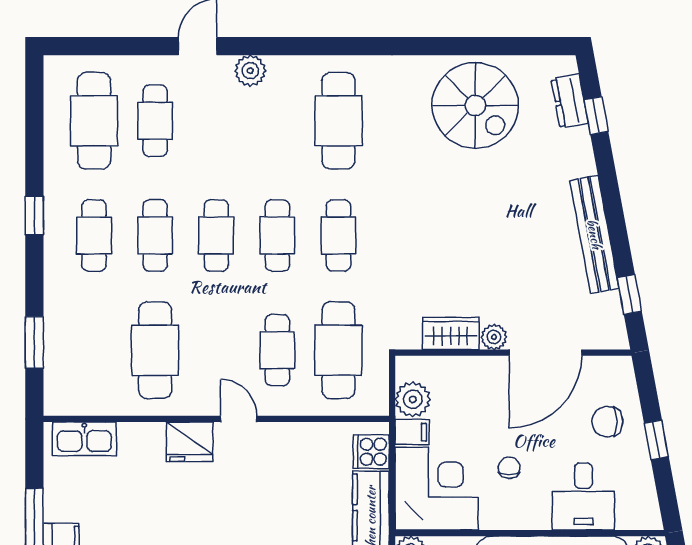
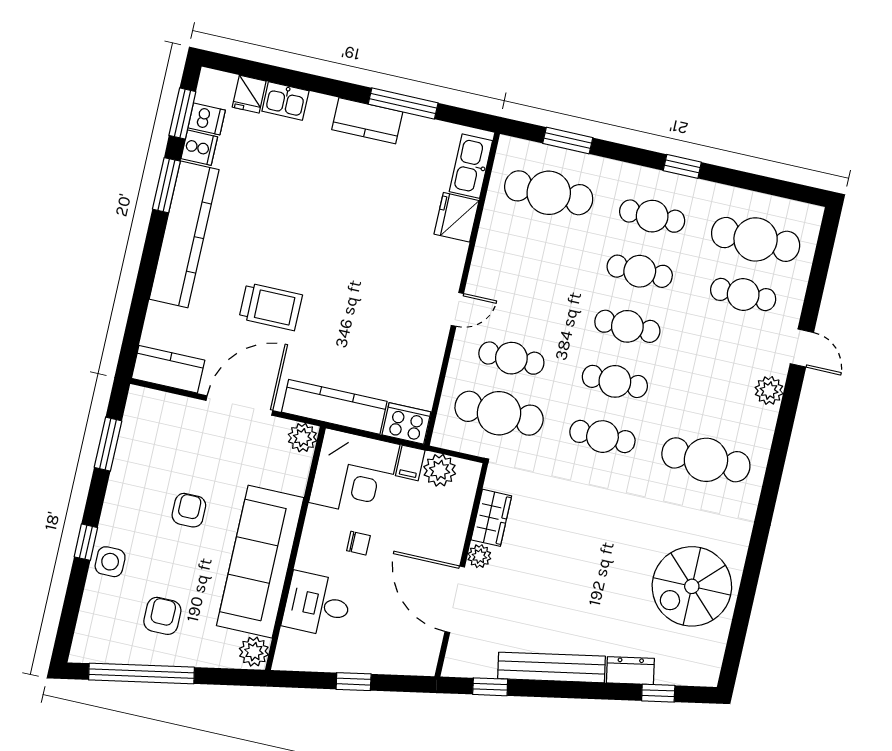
dresser: (570, 101) -> (630, 671), moved
cafe table: (155, 350) -> (549, 193), moved
chair: (607, 422) -> (380, 641), removed
fridge: (190, 442) -> (456, 217), moved
cooker: (371, 452) -> (406, 423), width x1.36

